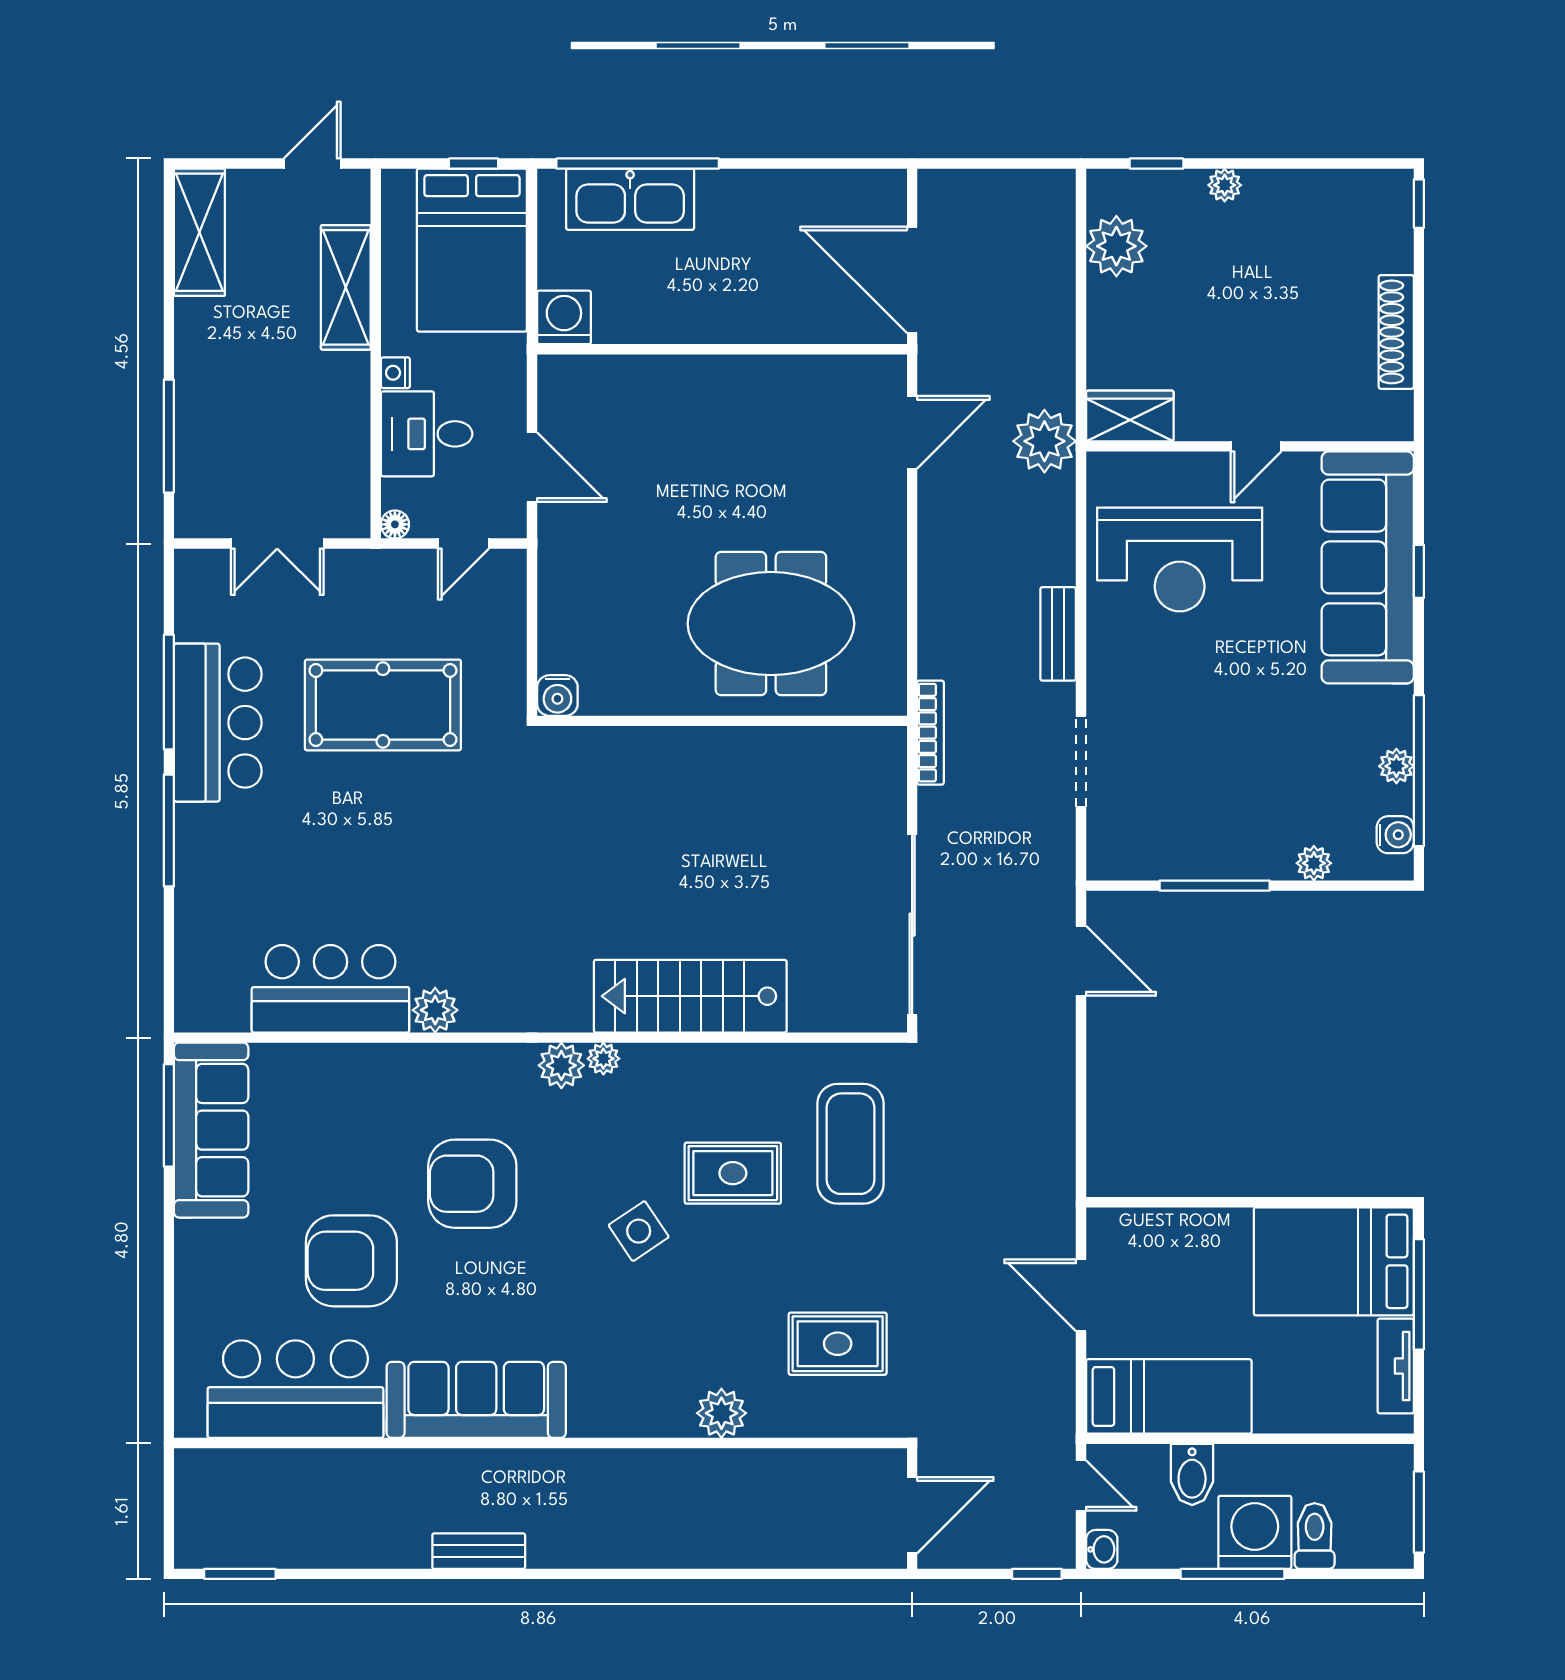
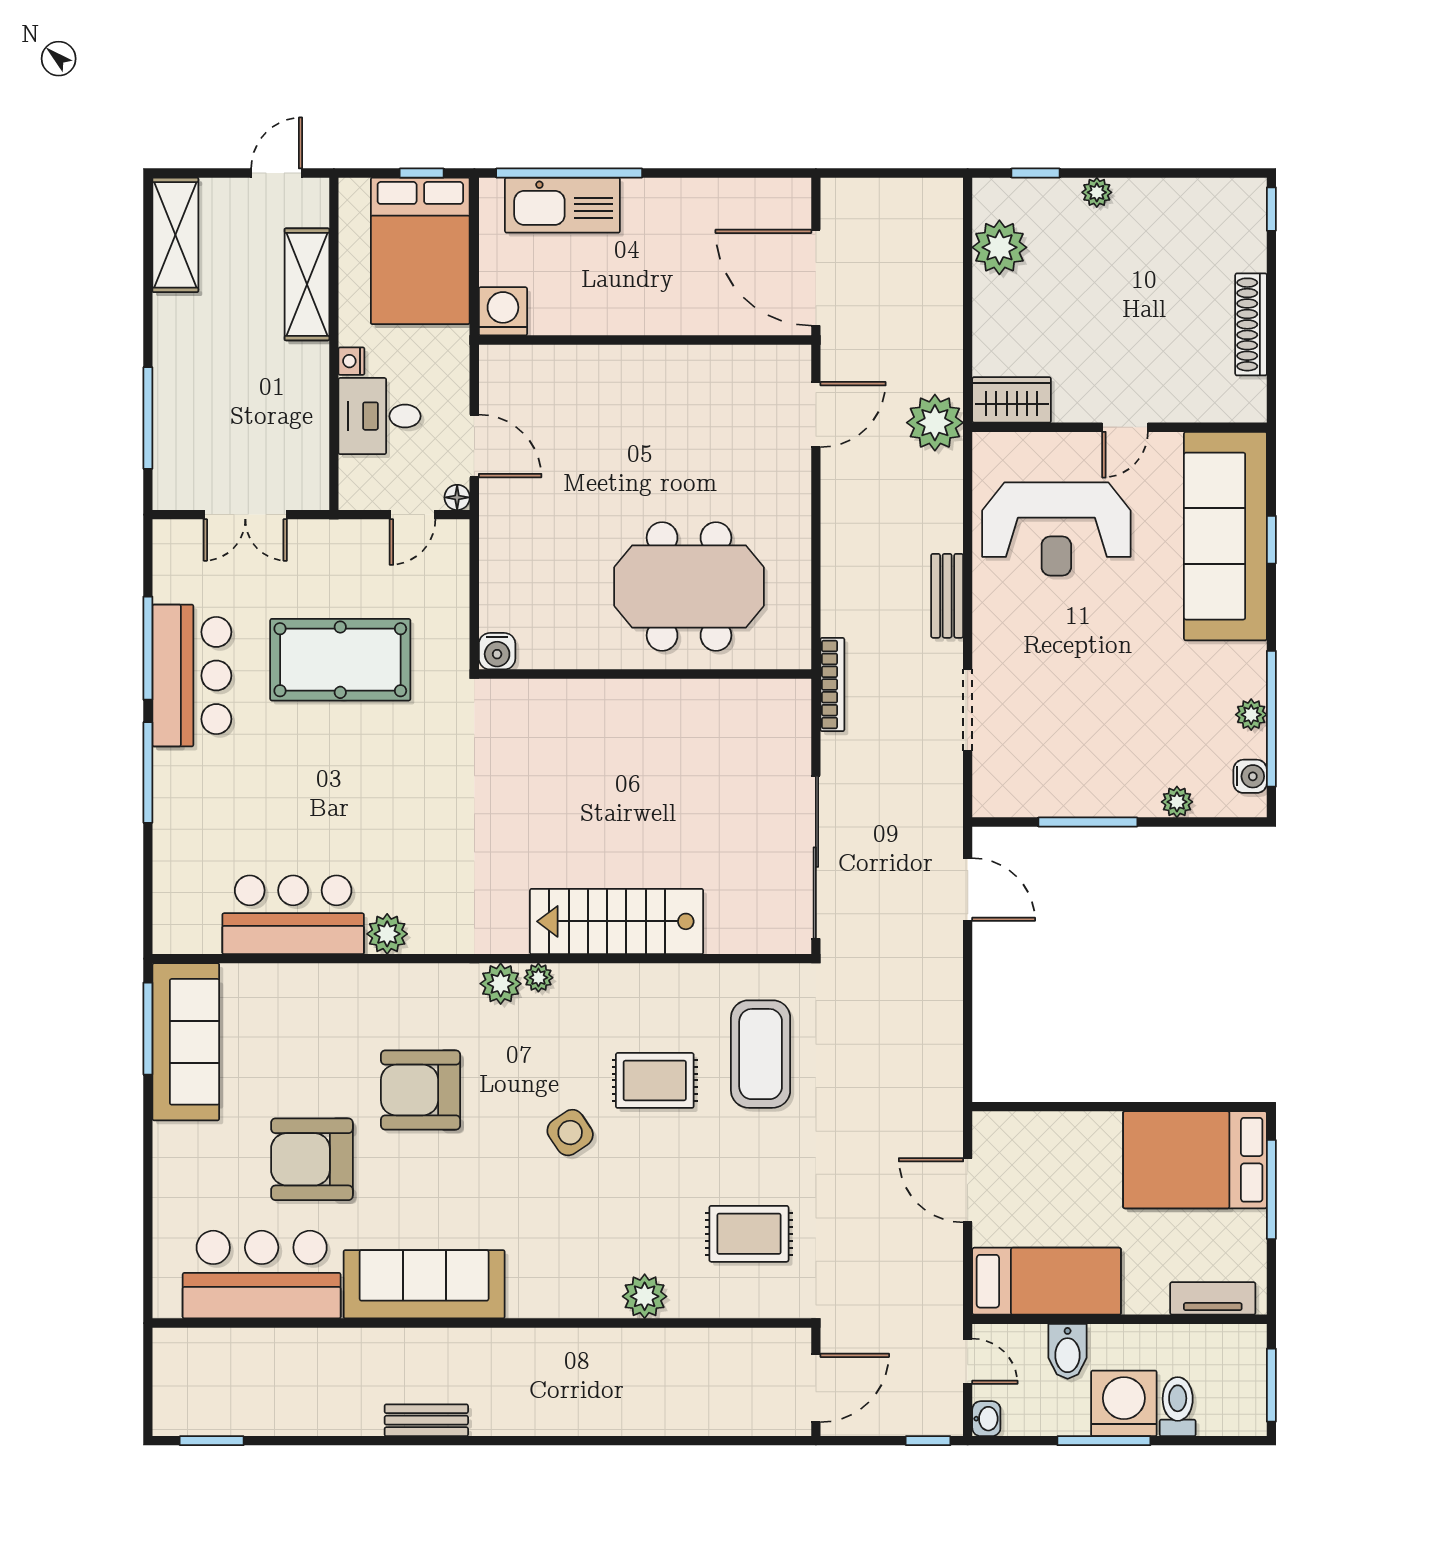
floor lamp: (395, 524) -> (457, 497), moved
tv unit: (1396, 1366) -> (1213, 1298), moved, turned 90

